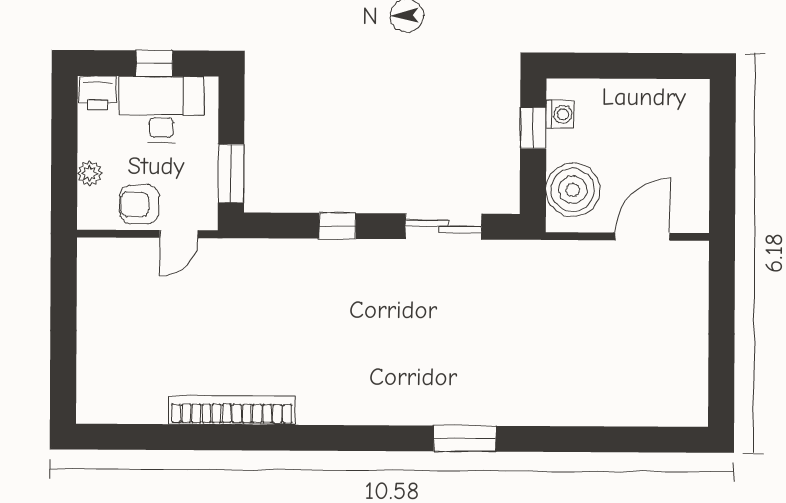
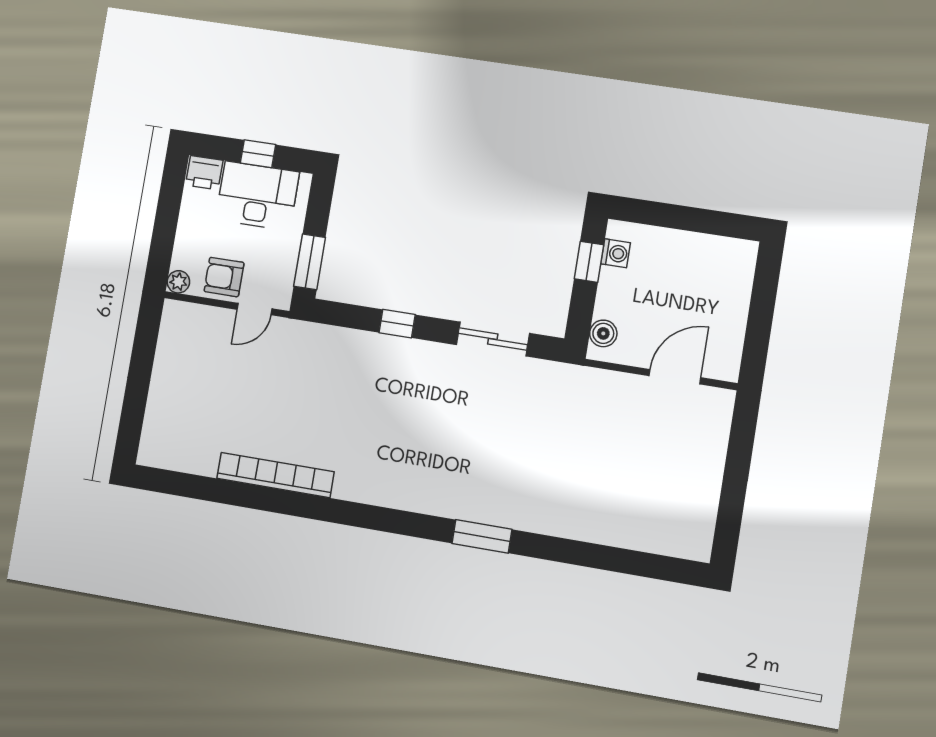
plant: (90, 173) -> (178, 282), moved
boiler: (573, 190) -> (603, 333), width x0.54, depth x0.54

